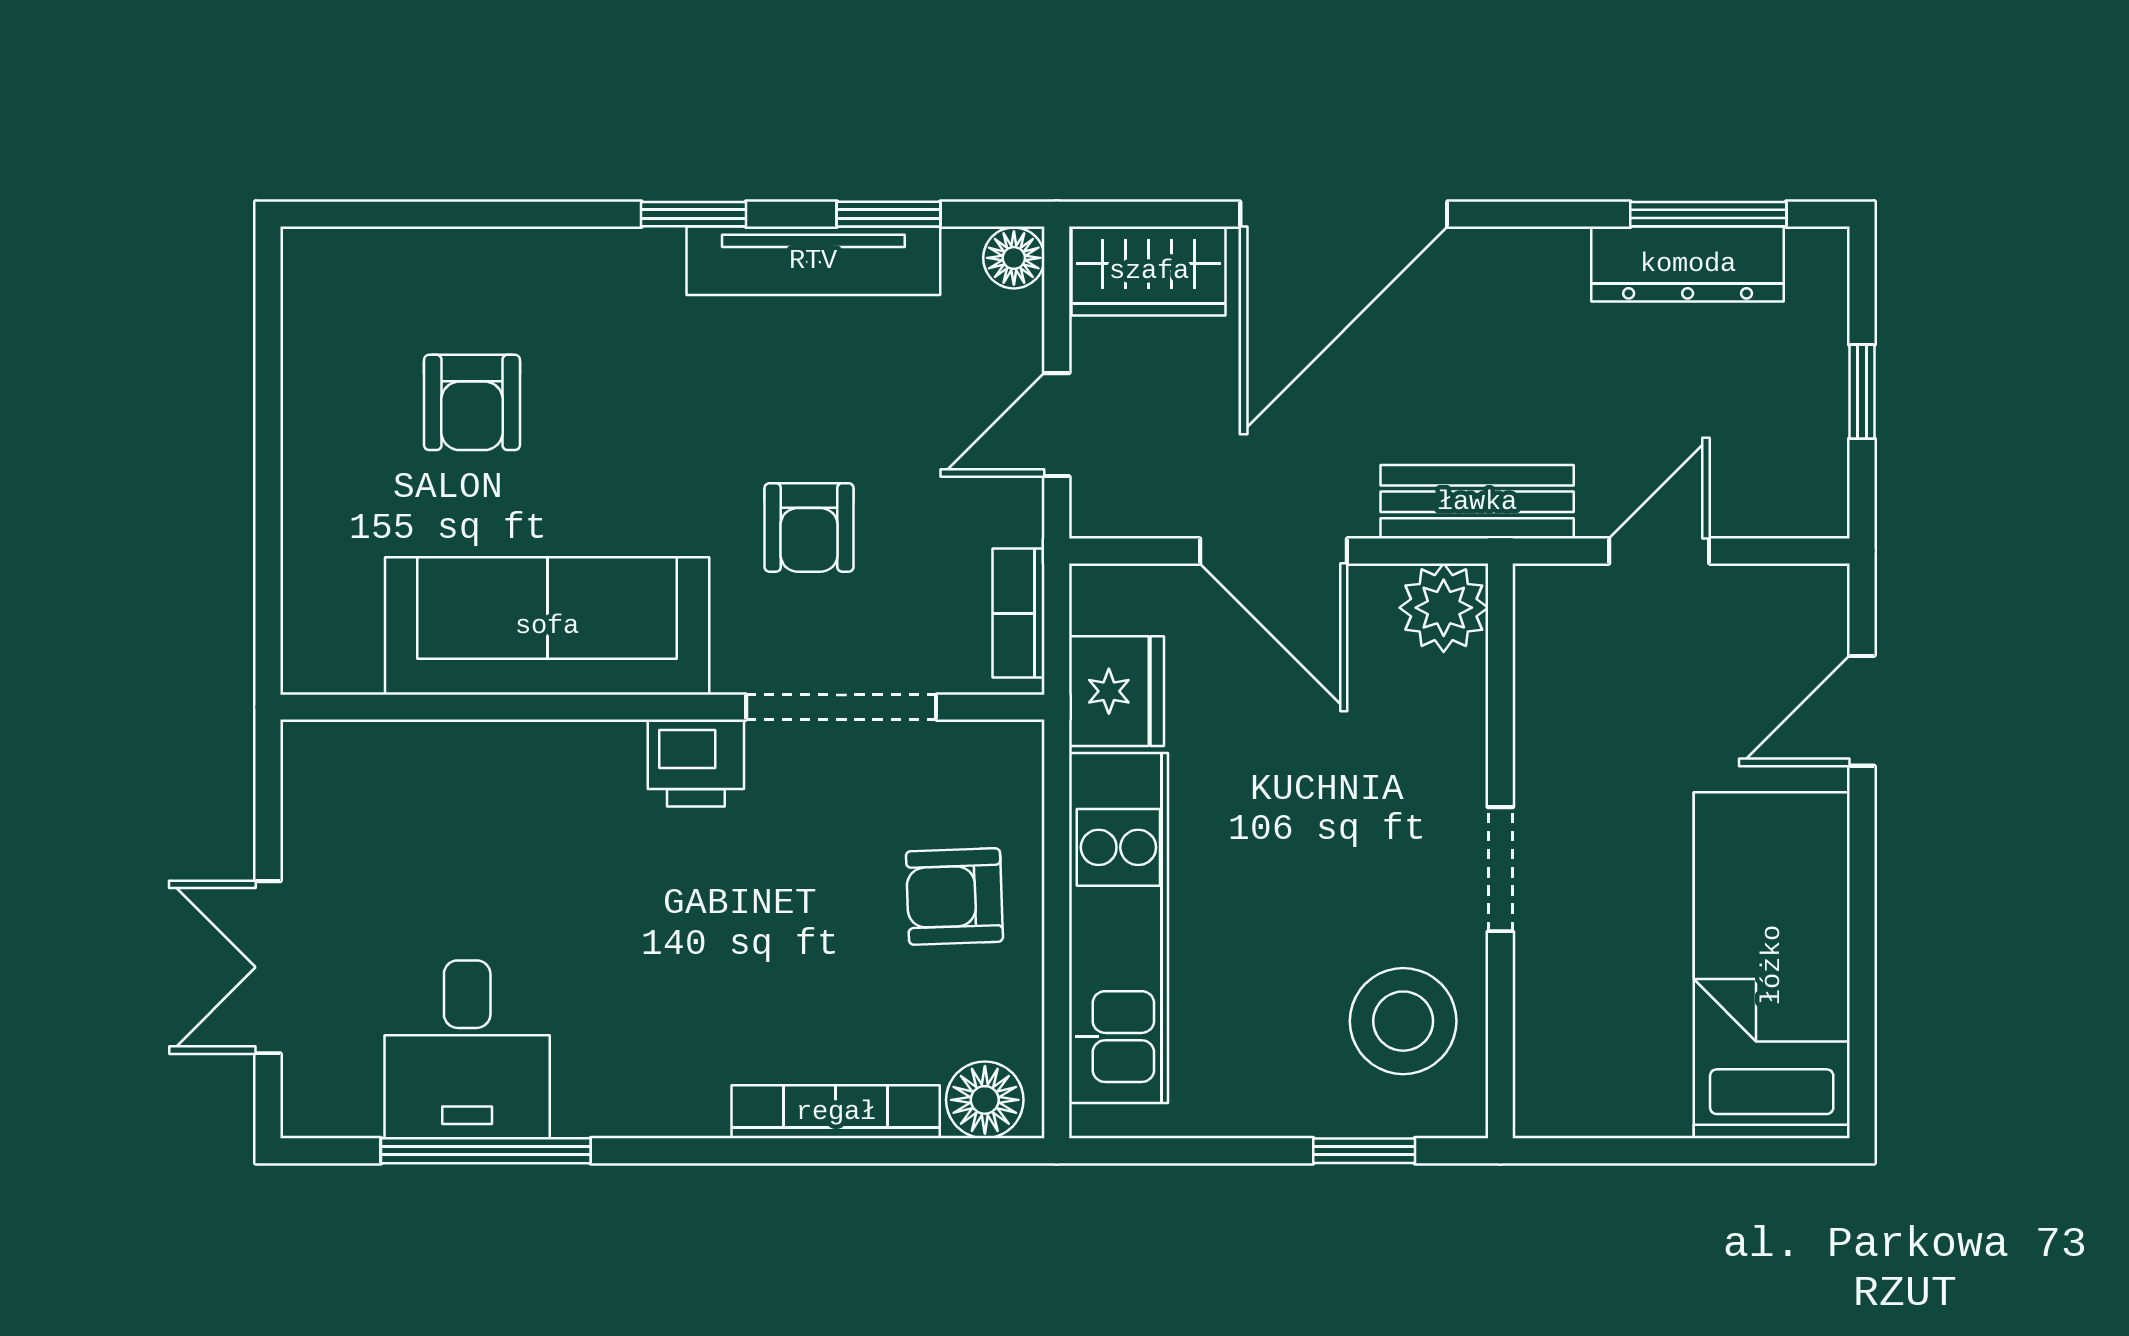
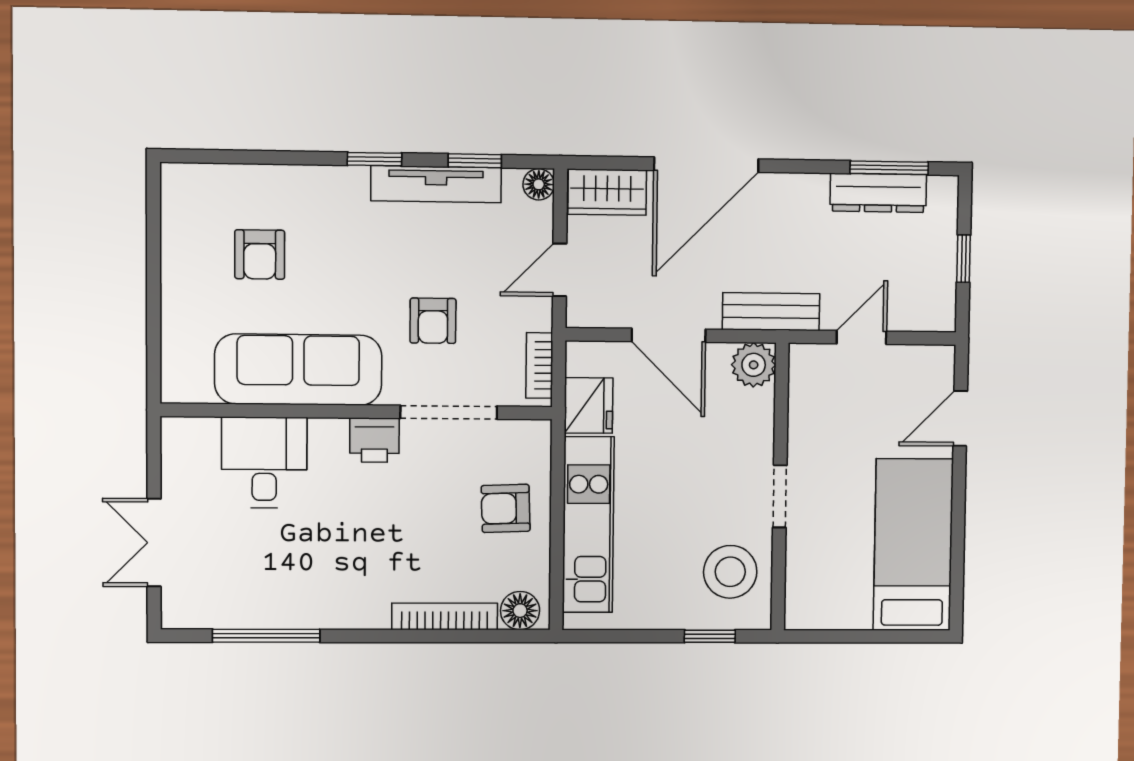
desk: (467, 1049) -> (264, 462), moved, turned 180

